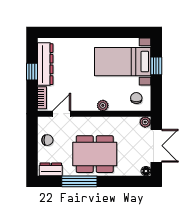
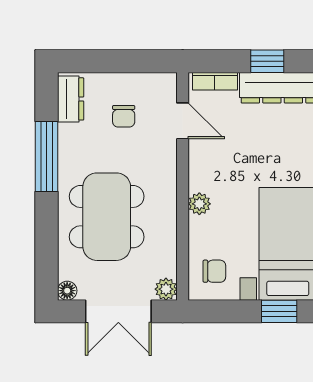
chair: (47, 140) -> (124, 116), moved
dining table: (95, 154) -> (107, 217), moved

